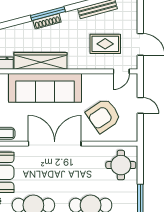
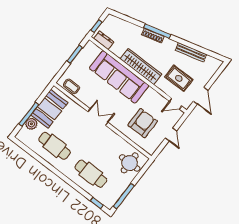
wardrobe: (41, 61) -> (141, 67), moved
armchair: (103, 116) -> (143, 123), turned 124
double door: (55, 144) -> (98, 117), width x0.54

